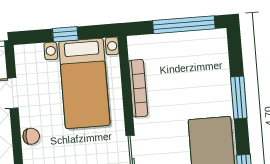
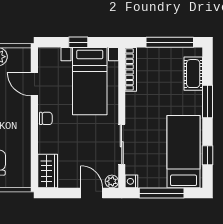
cot: (217, 63) -> (193, 74), added
bookcase: (138, 88) -> (131, 69), moved

